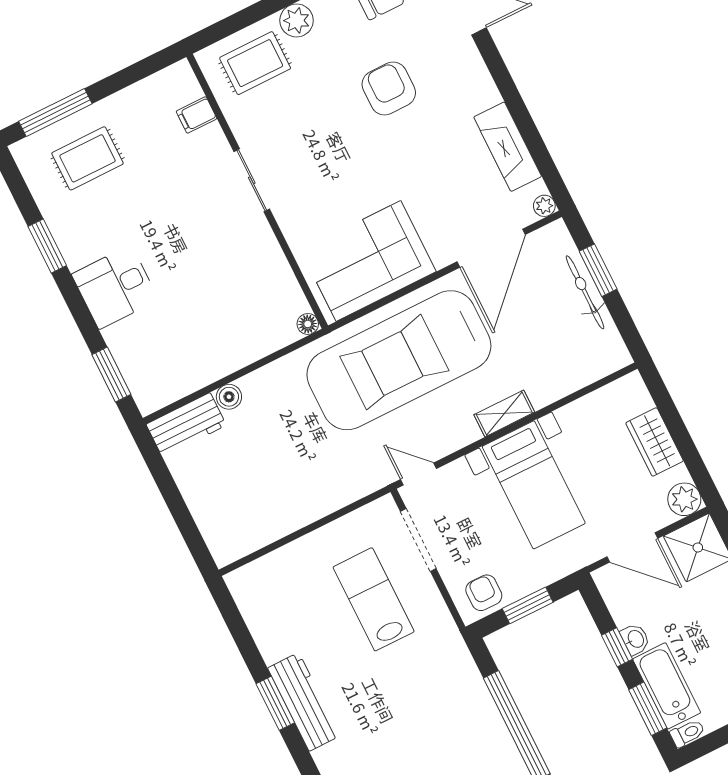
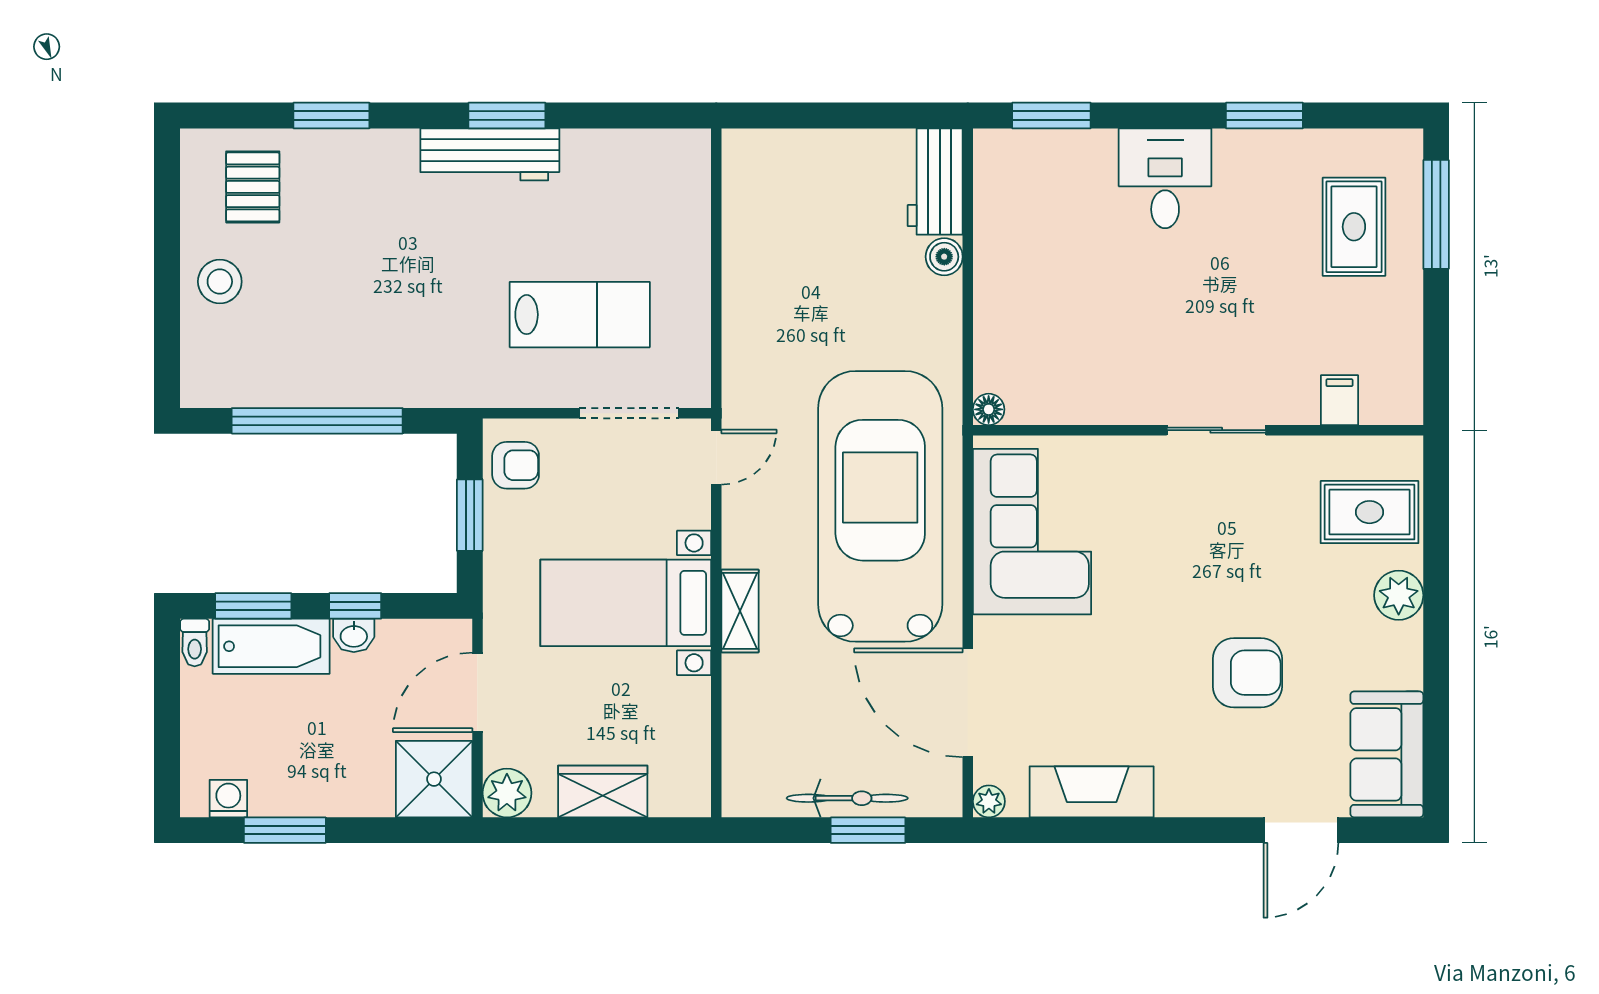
rug: (255, 63) -> (1370, 512), turned 90

